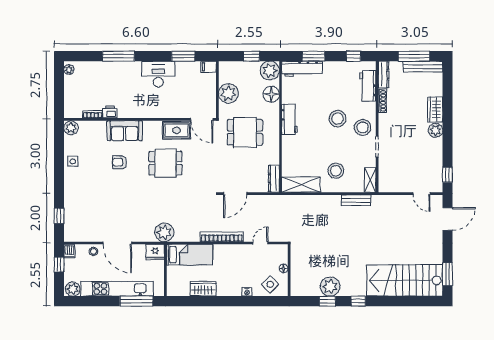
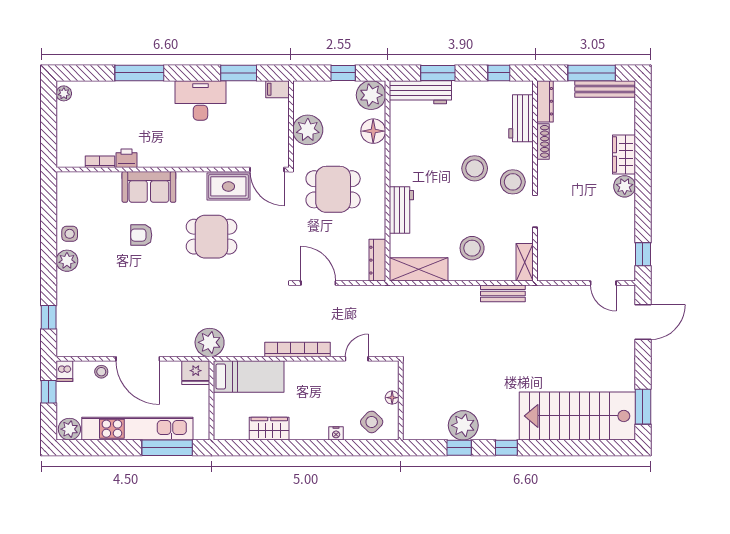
workbench: (290, 119) -> (401, 210), moved
plant: (71, 128) -> (67, 261), moved
door: (235, 194) -> (318, 283), swing flipped

